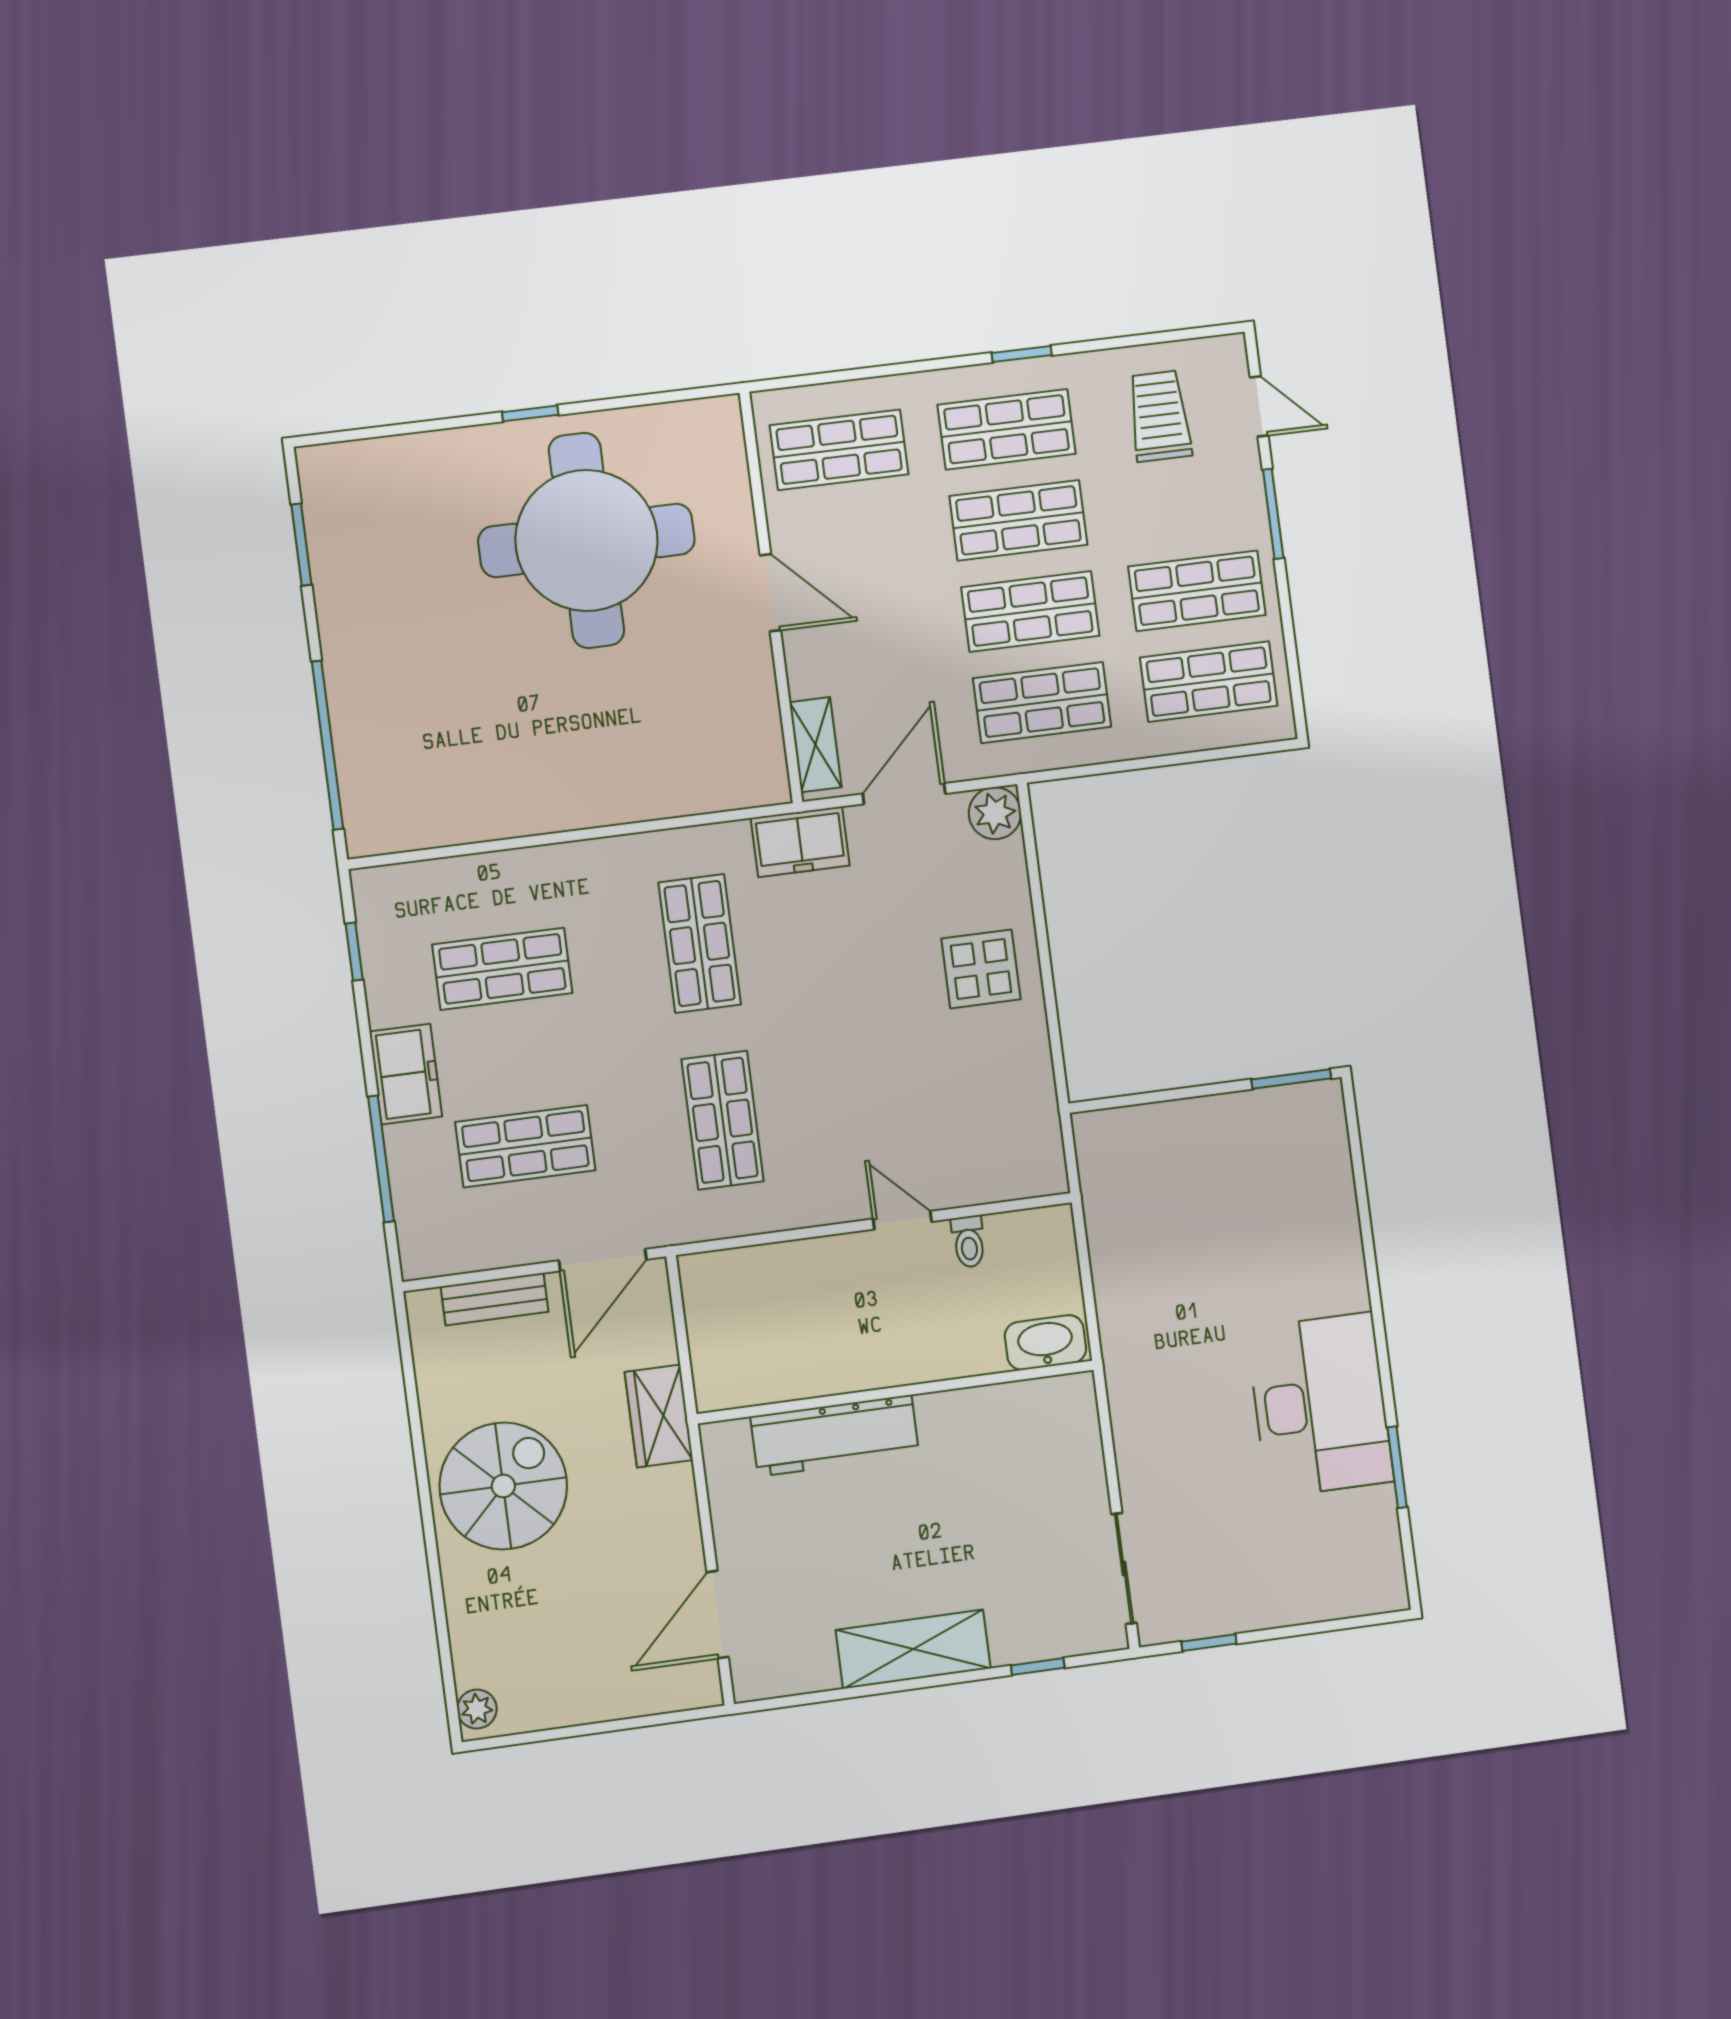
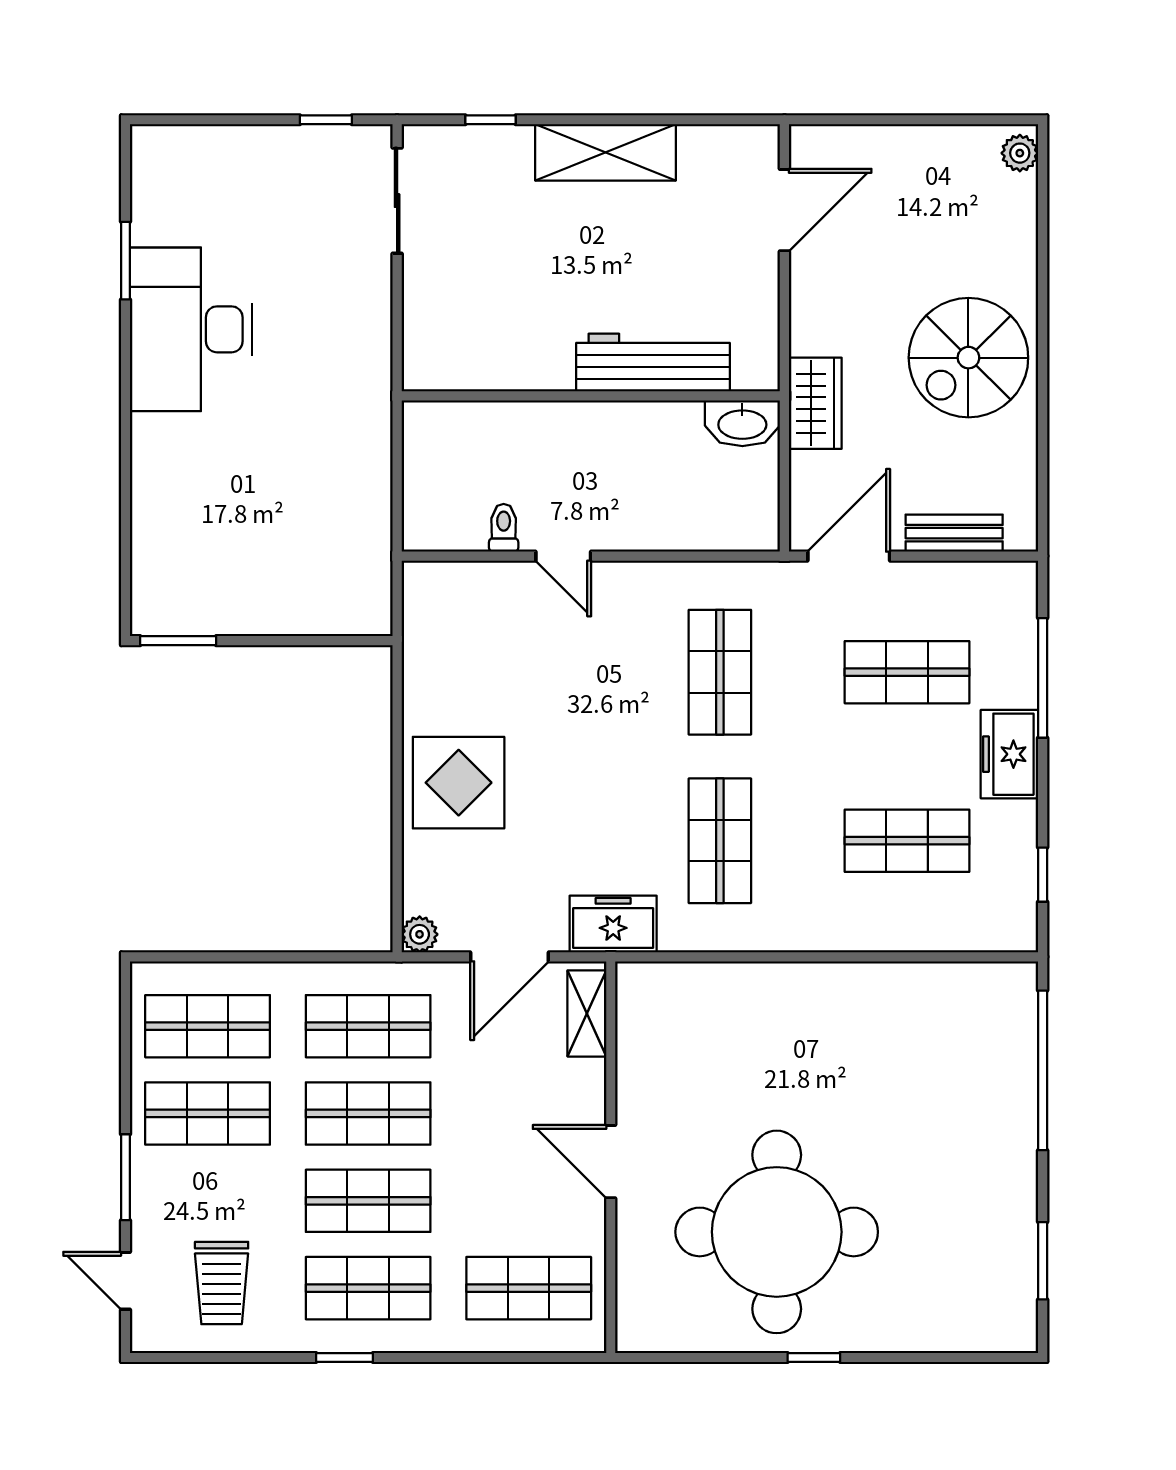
plant: (995, 813) -> (420, 934), width x0.73, depth x0.73
display table: (981, 969) -> (459, 783), width x1.36, depth x1.36
washbasin: (1045, 1342) -> (742, 423), moved

